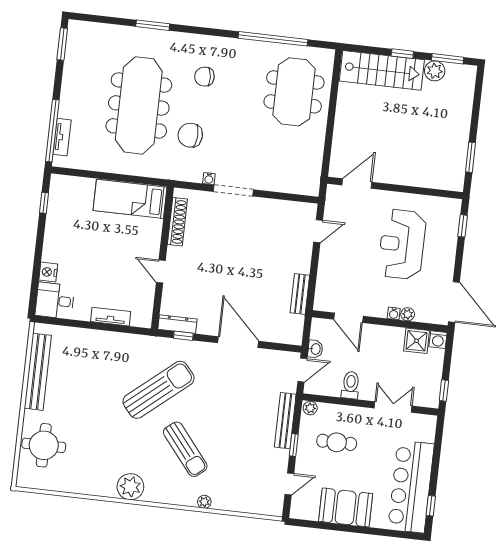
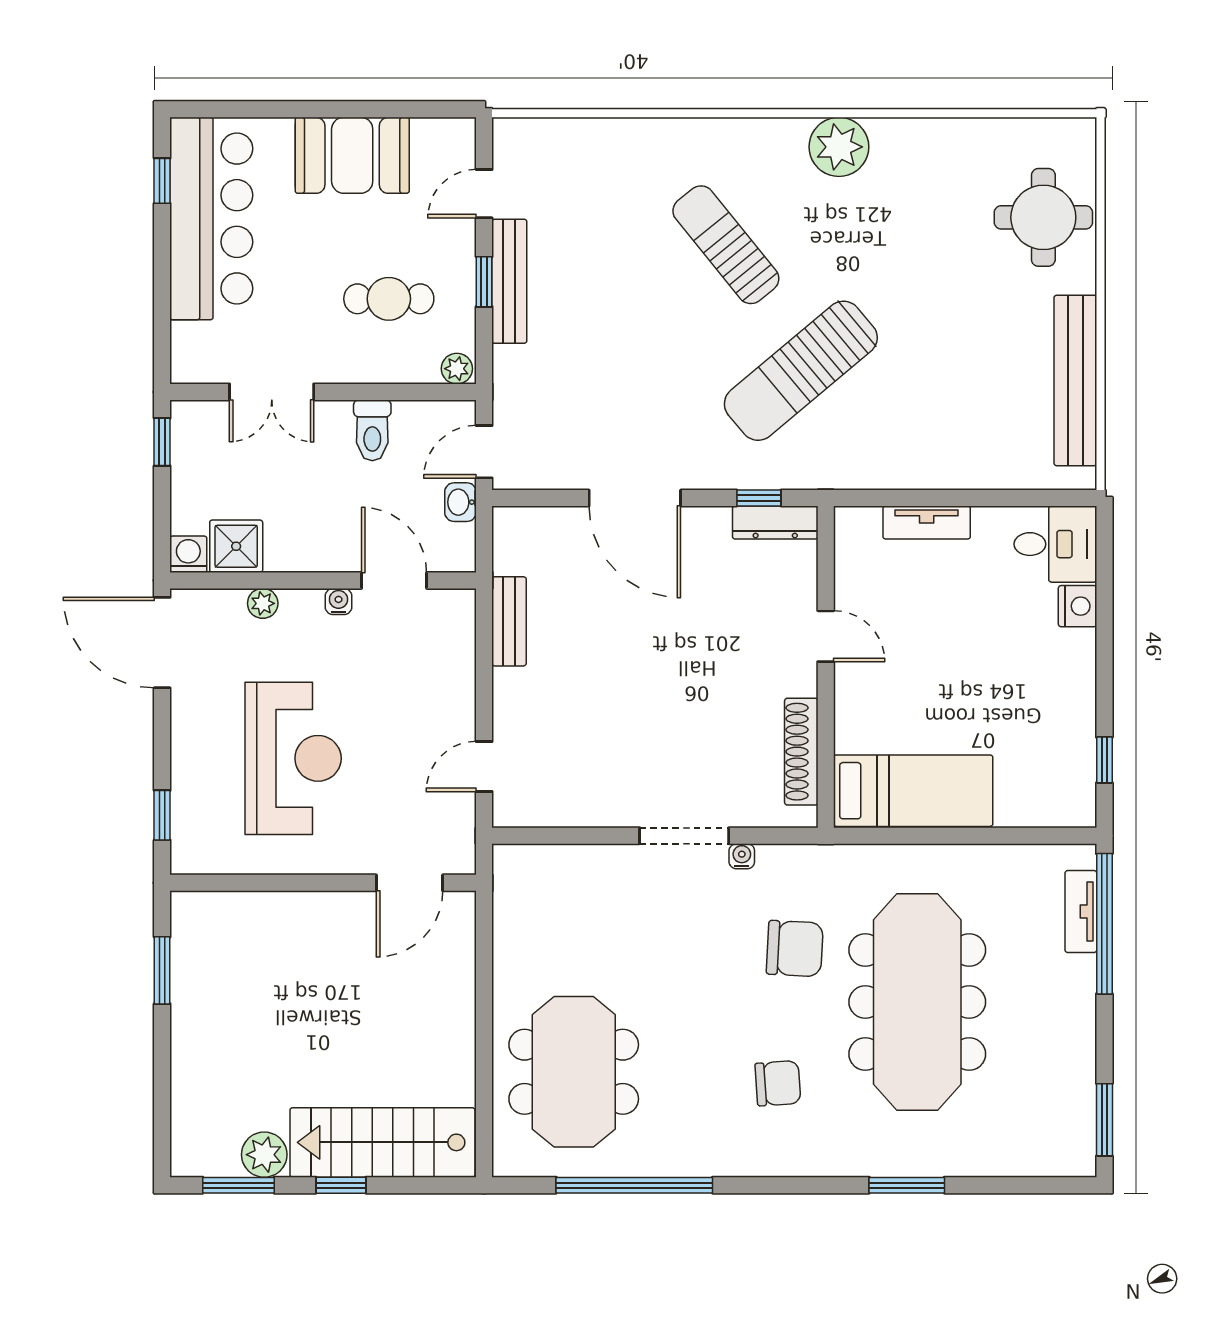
water cooler: (394, 313) -> (338, 602), moved
bench: (285, 421) -> (509, 281), moved
plant: (204, 502) -> (670, 132), removed

